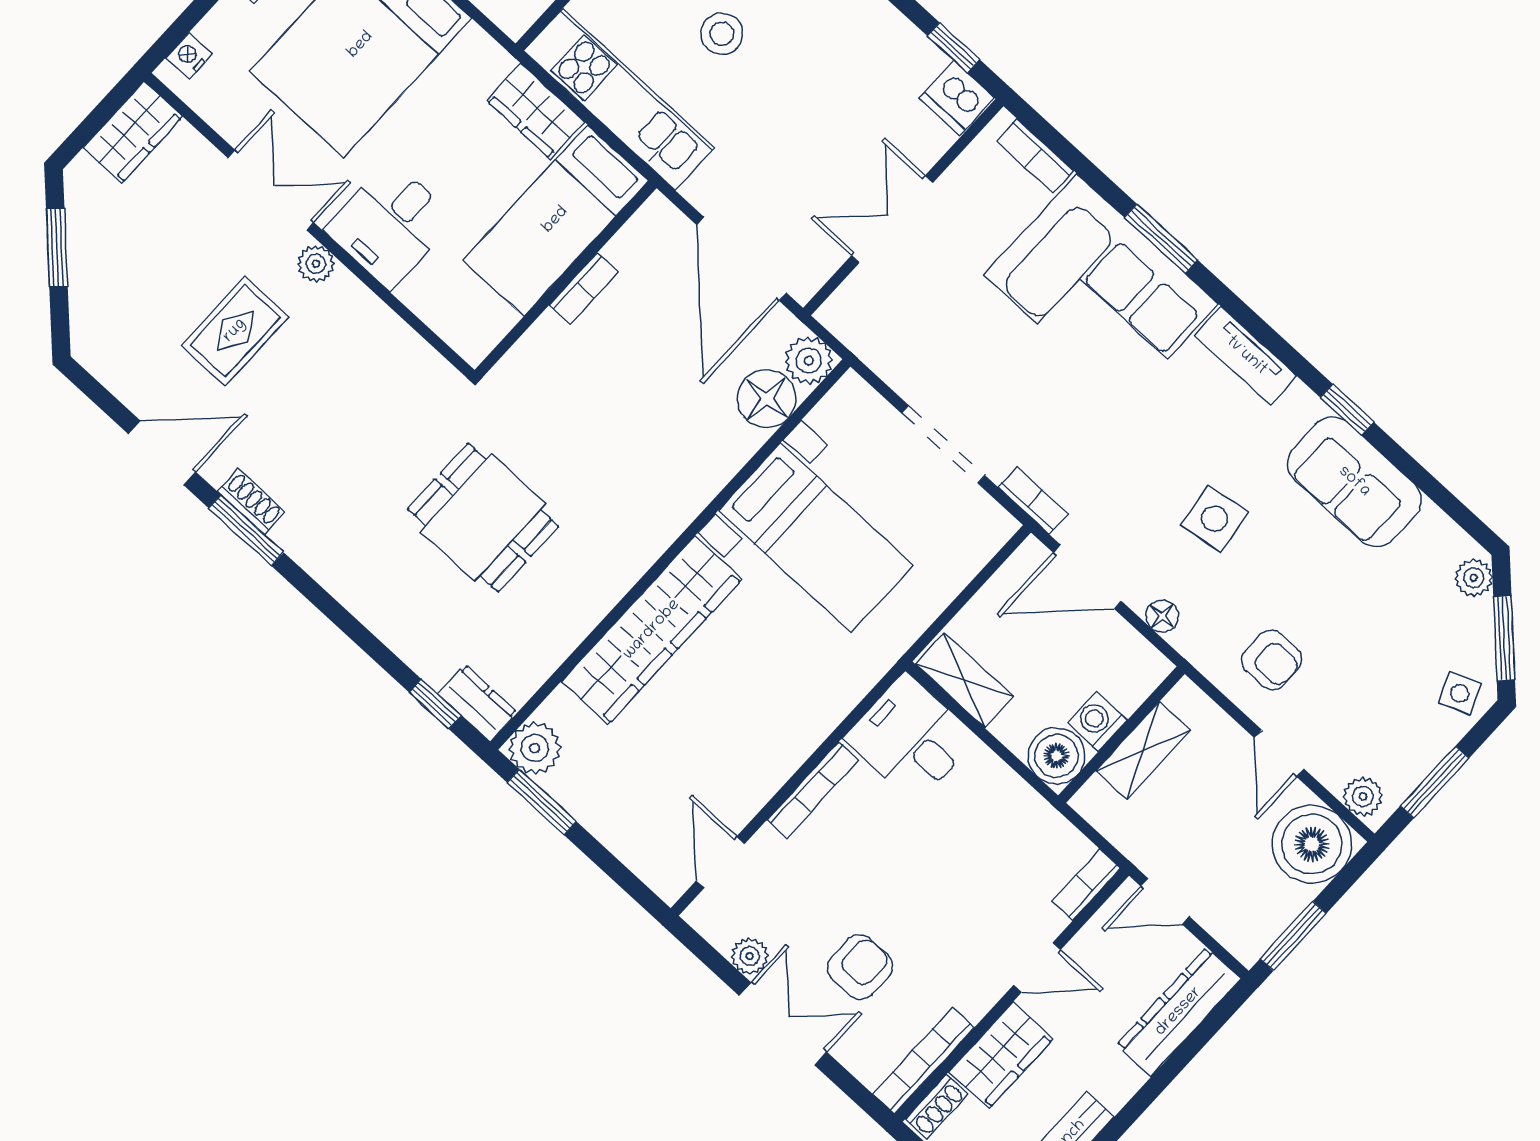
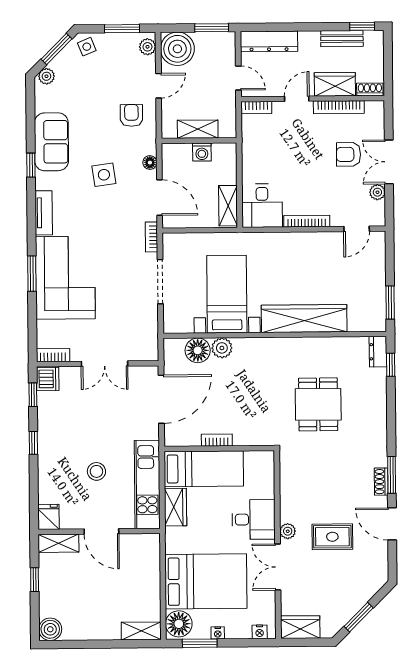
bookcase: (1035, 156) -> (53, 355), moved, turned -90
plant: (809, 360) -> (222, 348), moved
plant: (535, 748) -> (375, 321), removed
boiler: (1056, 756) -> (225, 155), removed
door: (1037, 968) -> (297, 99), hinge flipped
bookcase: (923, 1061) -> (339, 107), moved

